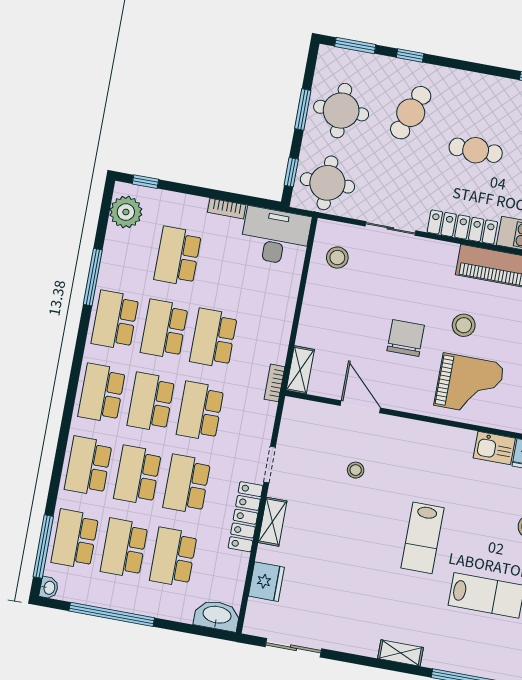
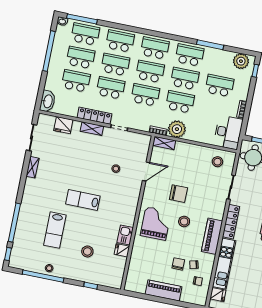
plant: (271, 344) -> (177, 129), added
grand piano: (469, 385) -> (156, 224), turned 180
shelving: (400, 653) -> (32, 167), moved

